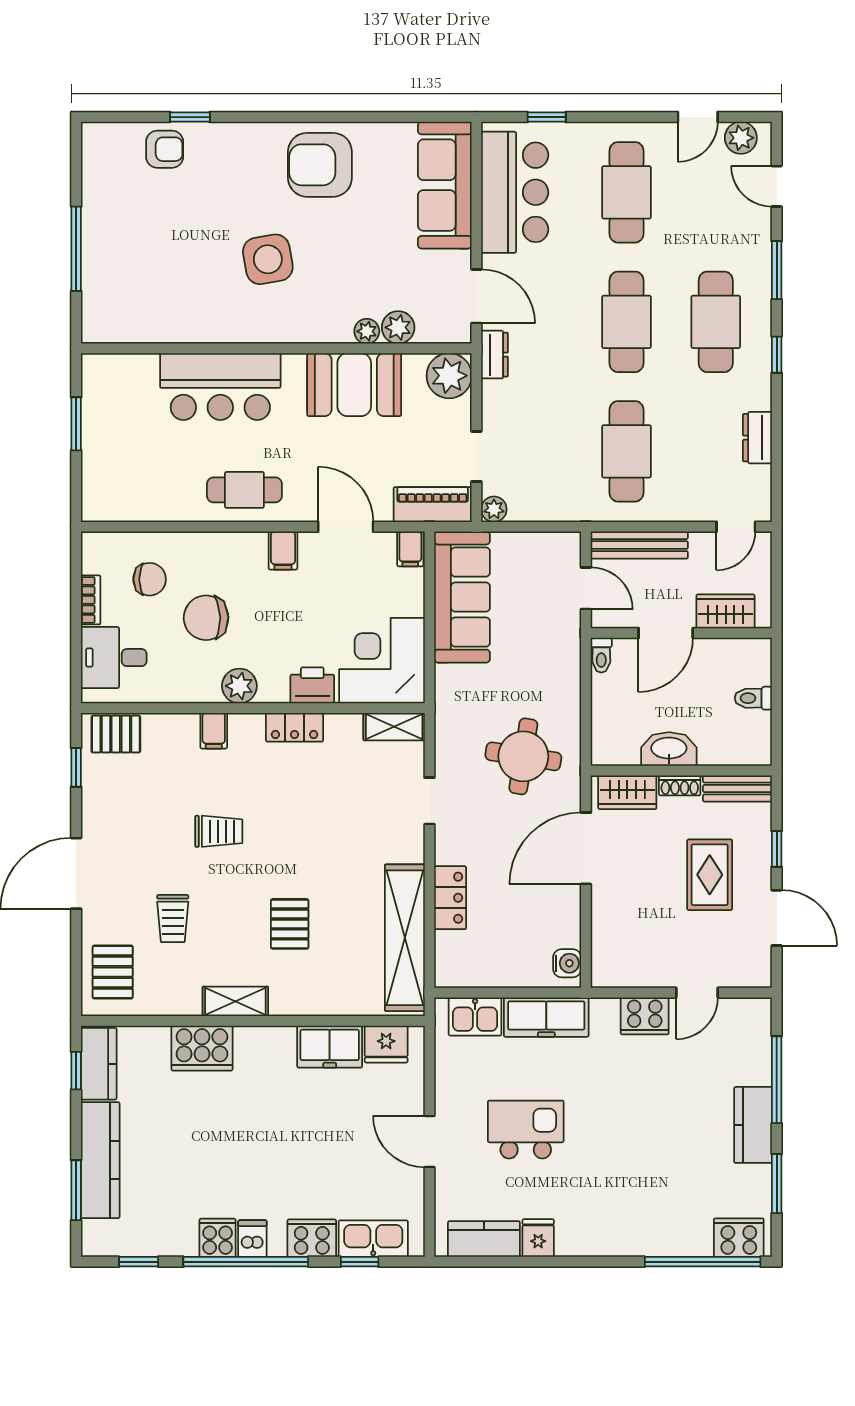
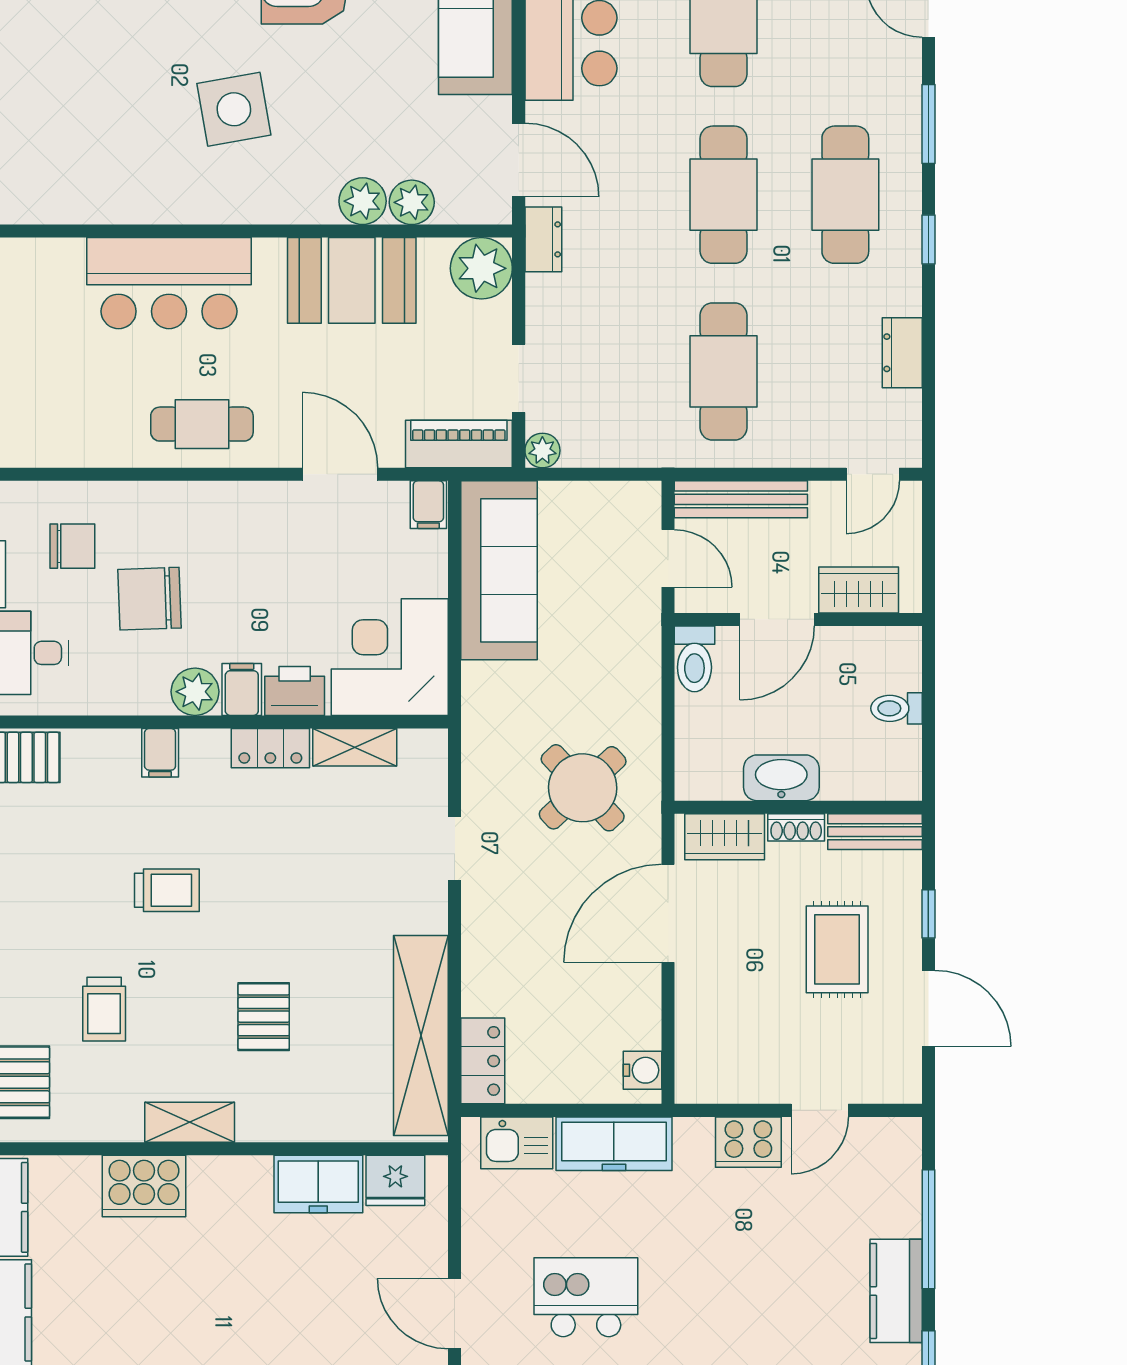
plant: (367, 331) -> (363, 201), width x1.38, depth x1.38
filing cabinet: (283, 551) -> (242, 689), moved, turned 180
toilet: (601, 655) -> (694, 659), width x1.37, depth x1.39
shelving: (394, 727) -> (355, 747), moved
round table: (523, 756) -> (583, 788), turned 38
locker: (450, 898) -> (483, 1061), moved

